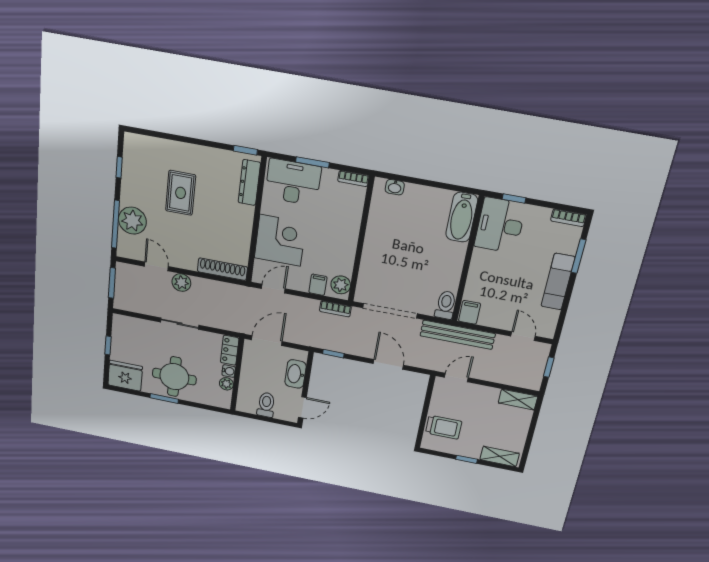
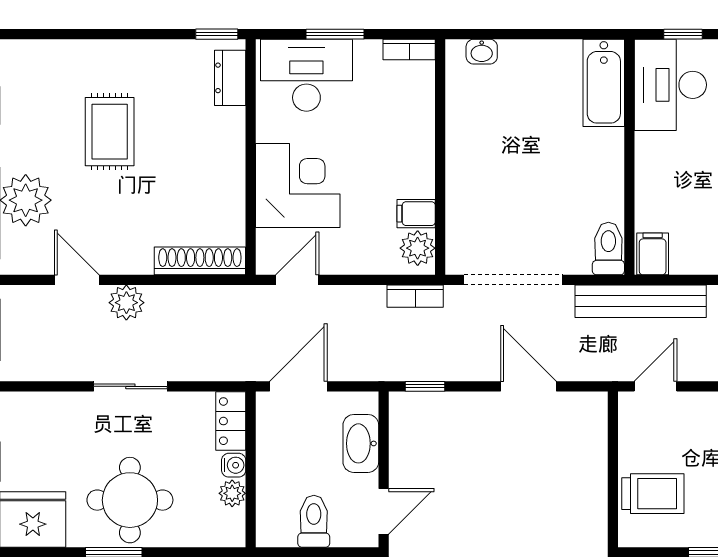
dresser: (249, 183) -> (230, 78), width x0.70
filing cabinet: (318, 285) -> (416, 214), moved, turned -90

